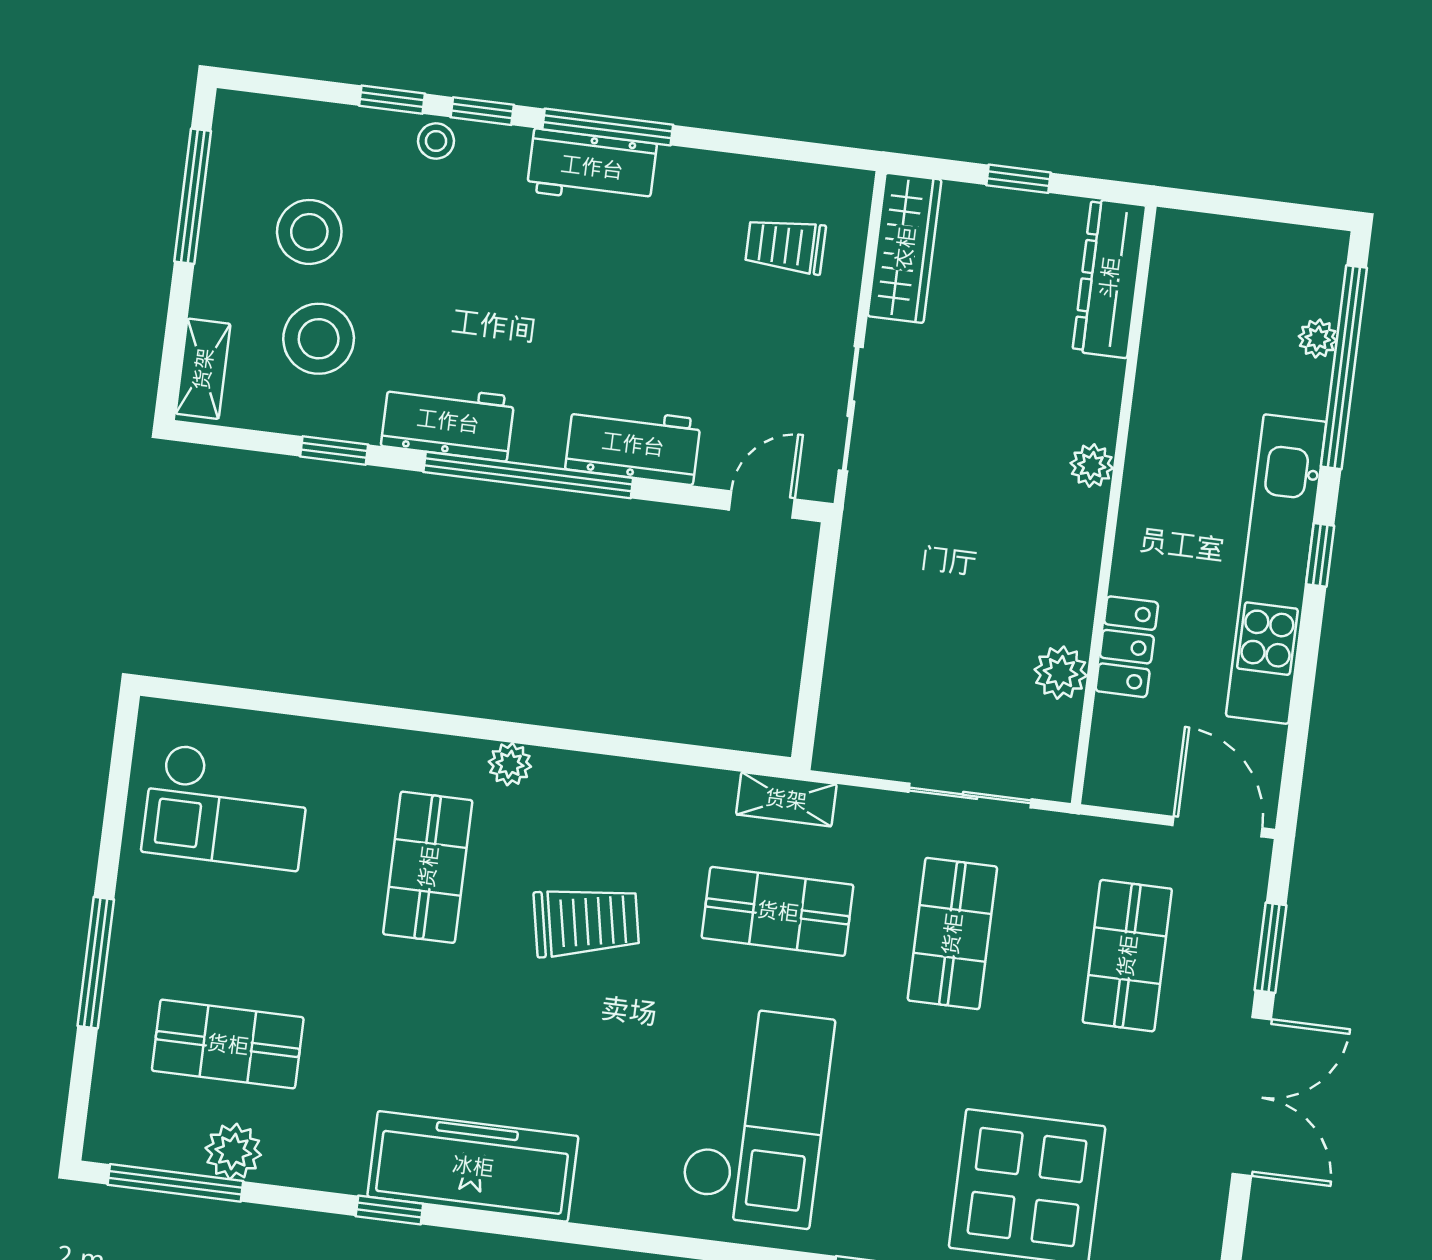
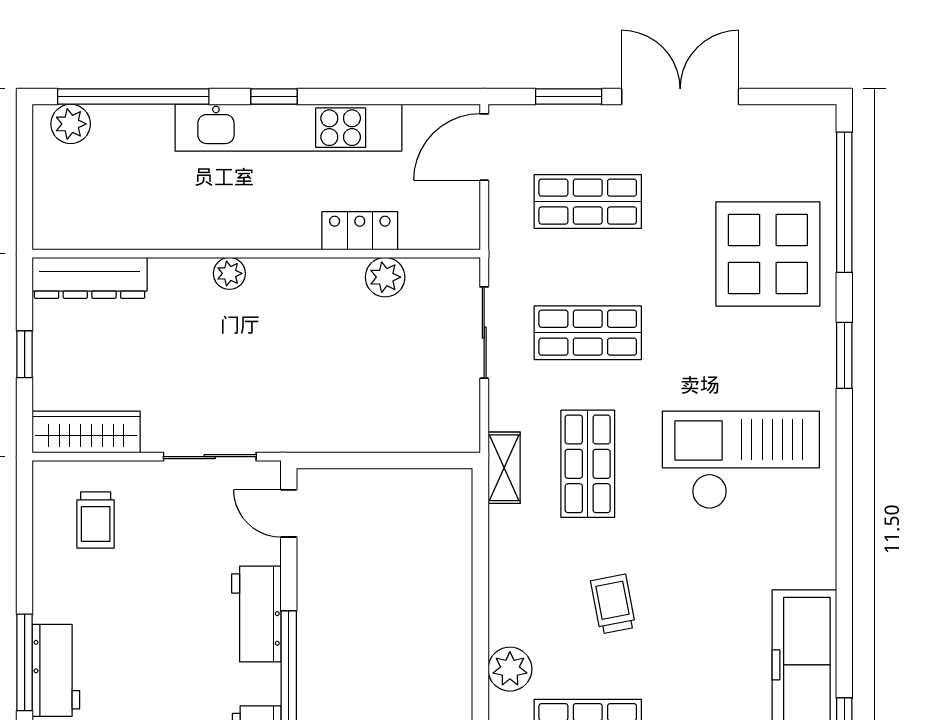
plant: (1318, 339) -> (71, 124), moved, width x1.38, depth x1.38
plant: (510, 764) -> (510, 669), width x1.38, depth x1.38
trolley: (586, 922) -> (613, 604), width x0.73, depth x0.72

